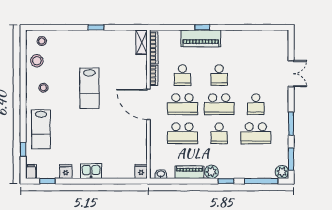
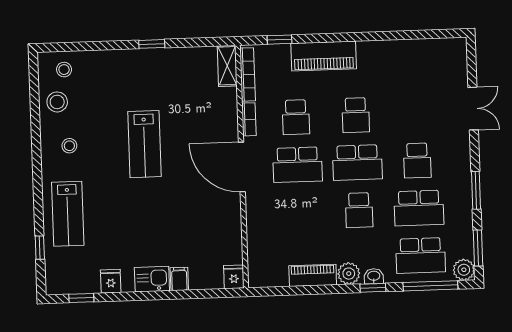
window: (202, 27) -> (279, 40), moved
school desk: (182, 133) -> (421, 255), moved
filing cabinet: (31, 172) -> (179, 279), moved
washbasin: (161, 174) -> (374, 276), moved

